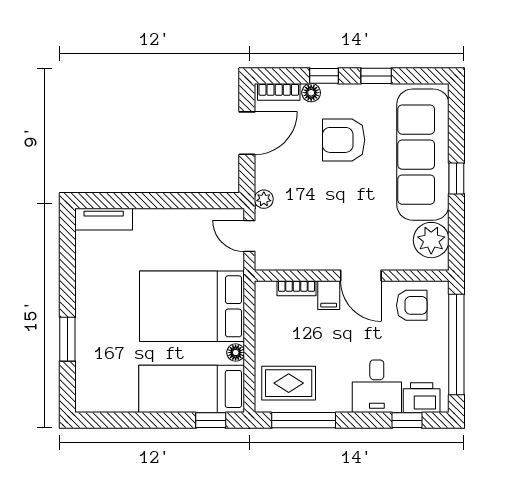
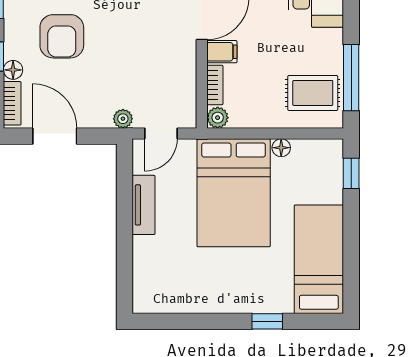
tv unit: (104, 219) -> (144, 205), moved
plant: (265, 291) -> (218, 118), added
window: (67, 339) -> (267, 321), width x0.67
rug: (289, 383) -> (313, 93), turned 90
bed: (192, 389) -> (319, 259), moved, turned 180

